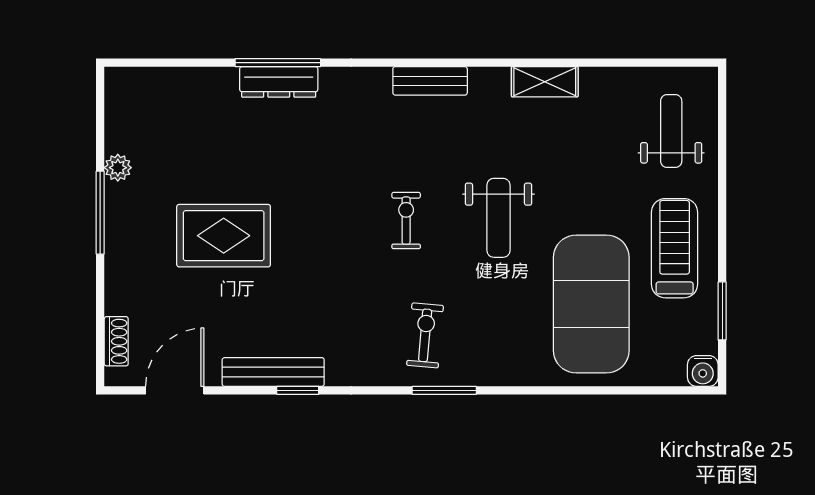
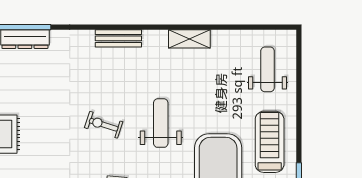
weight bench: (498, 218) -> (161, 123), turned 180
exercise bike: (406, 221) -> (104, 125), turned -72

